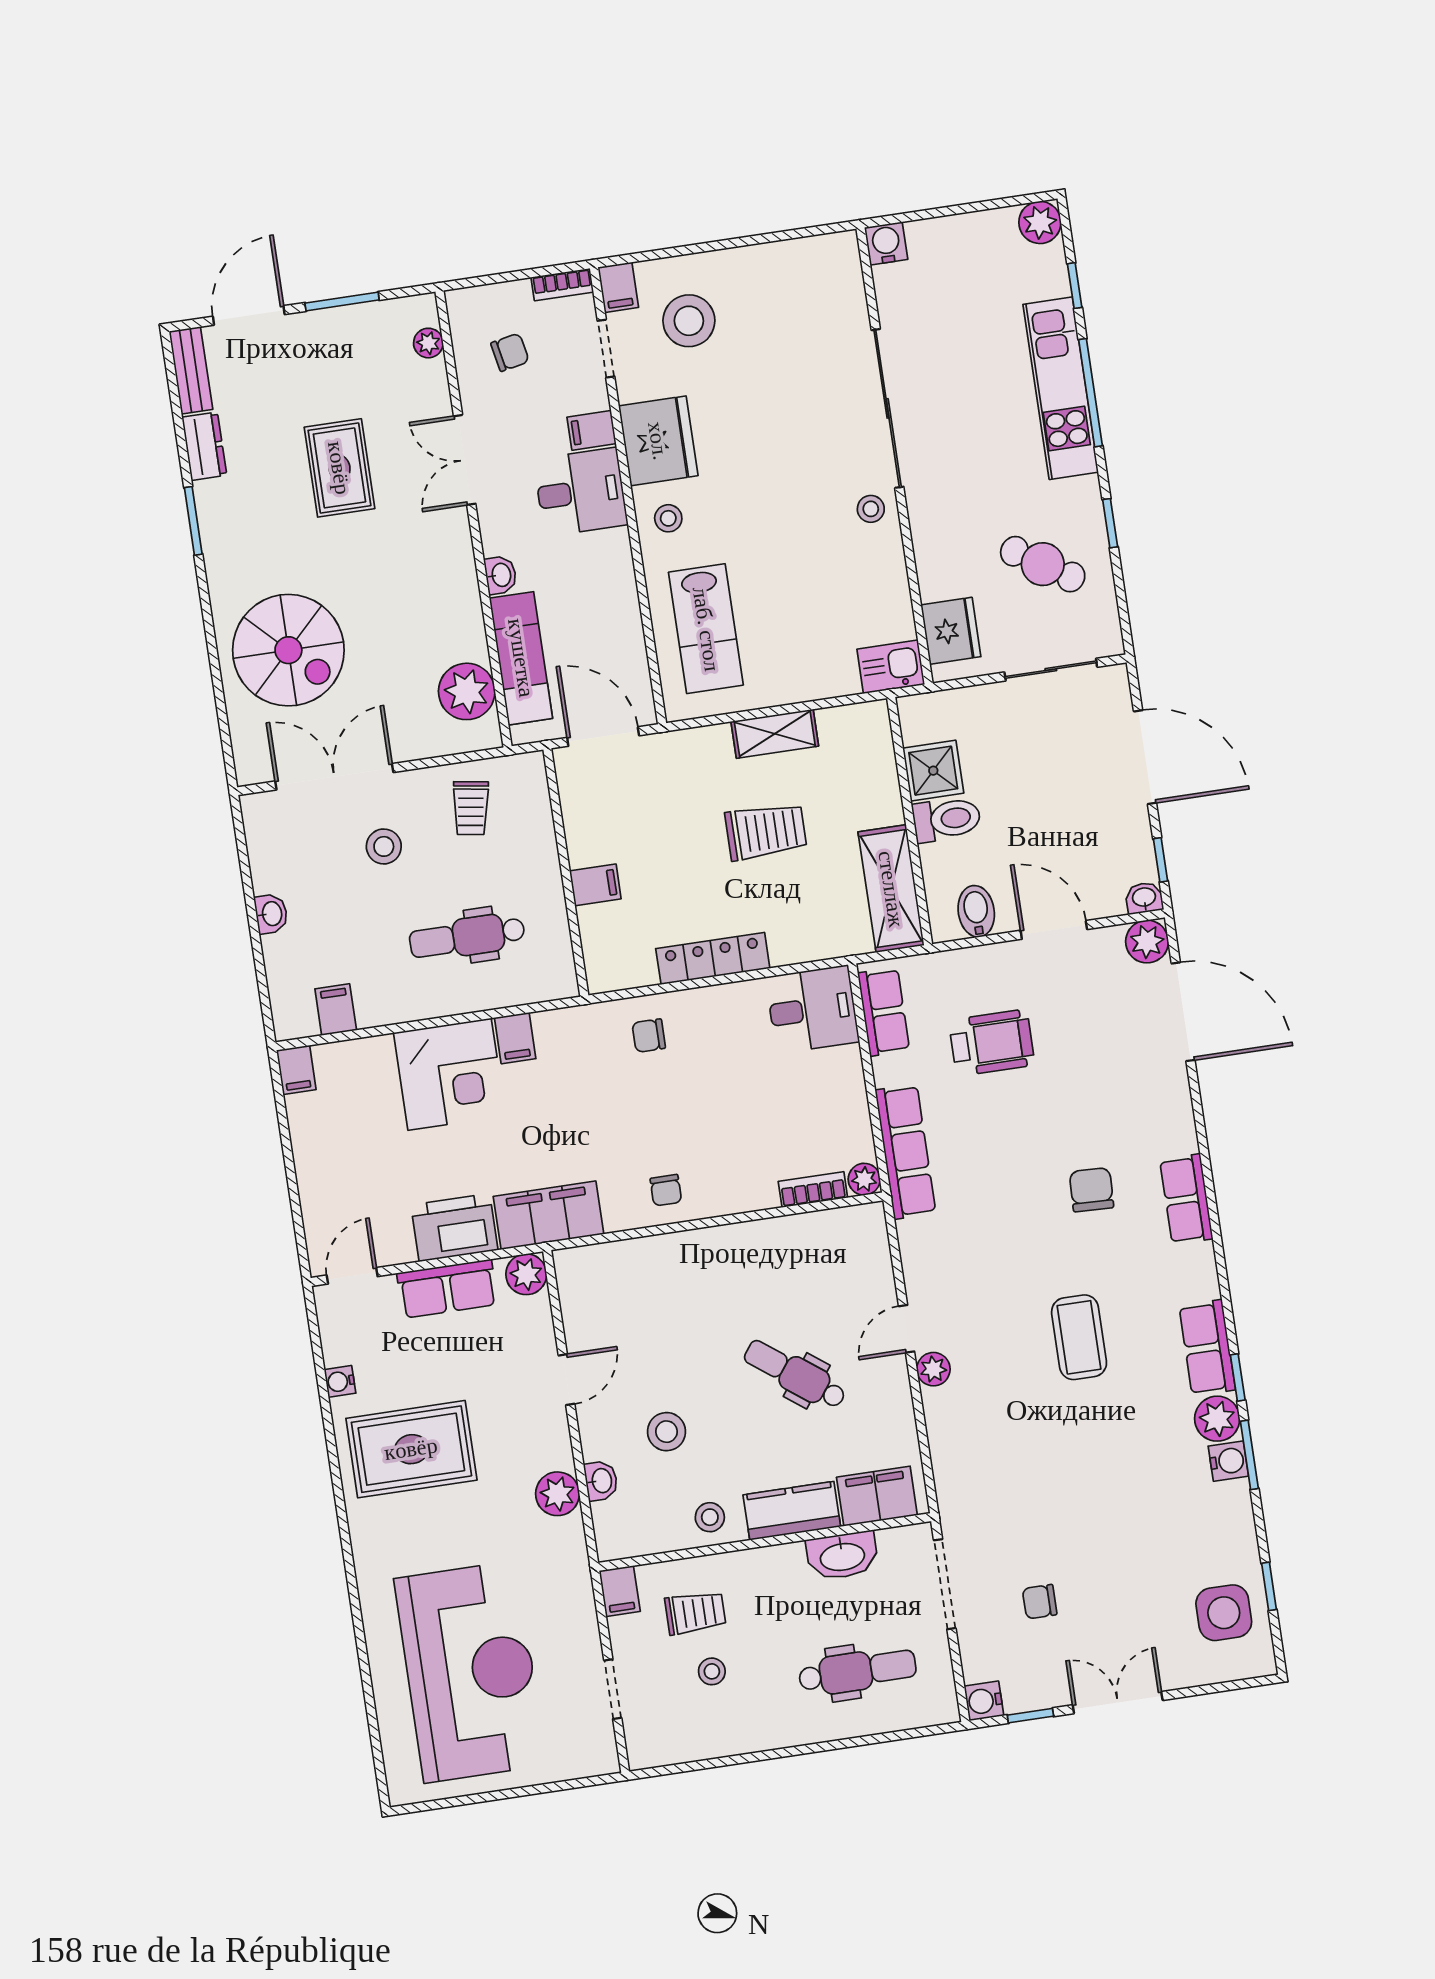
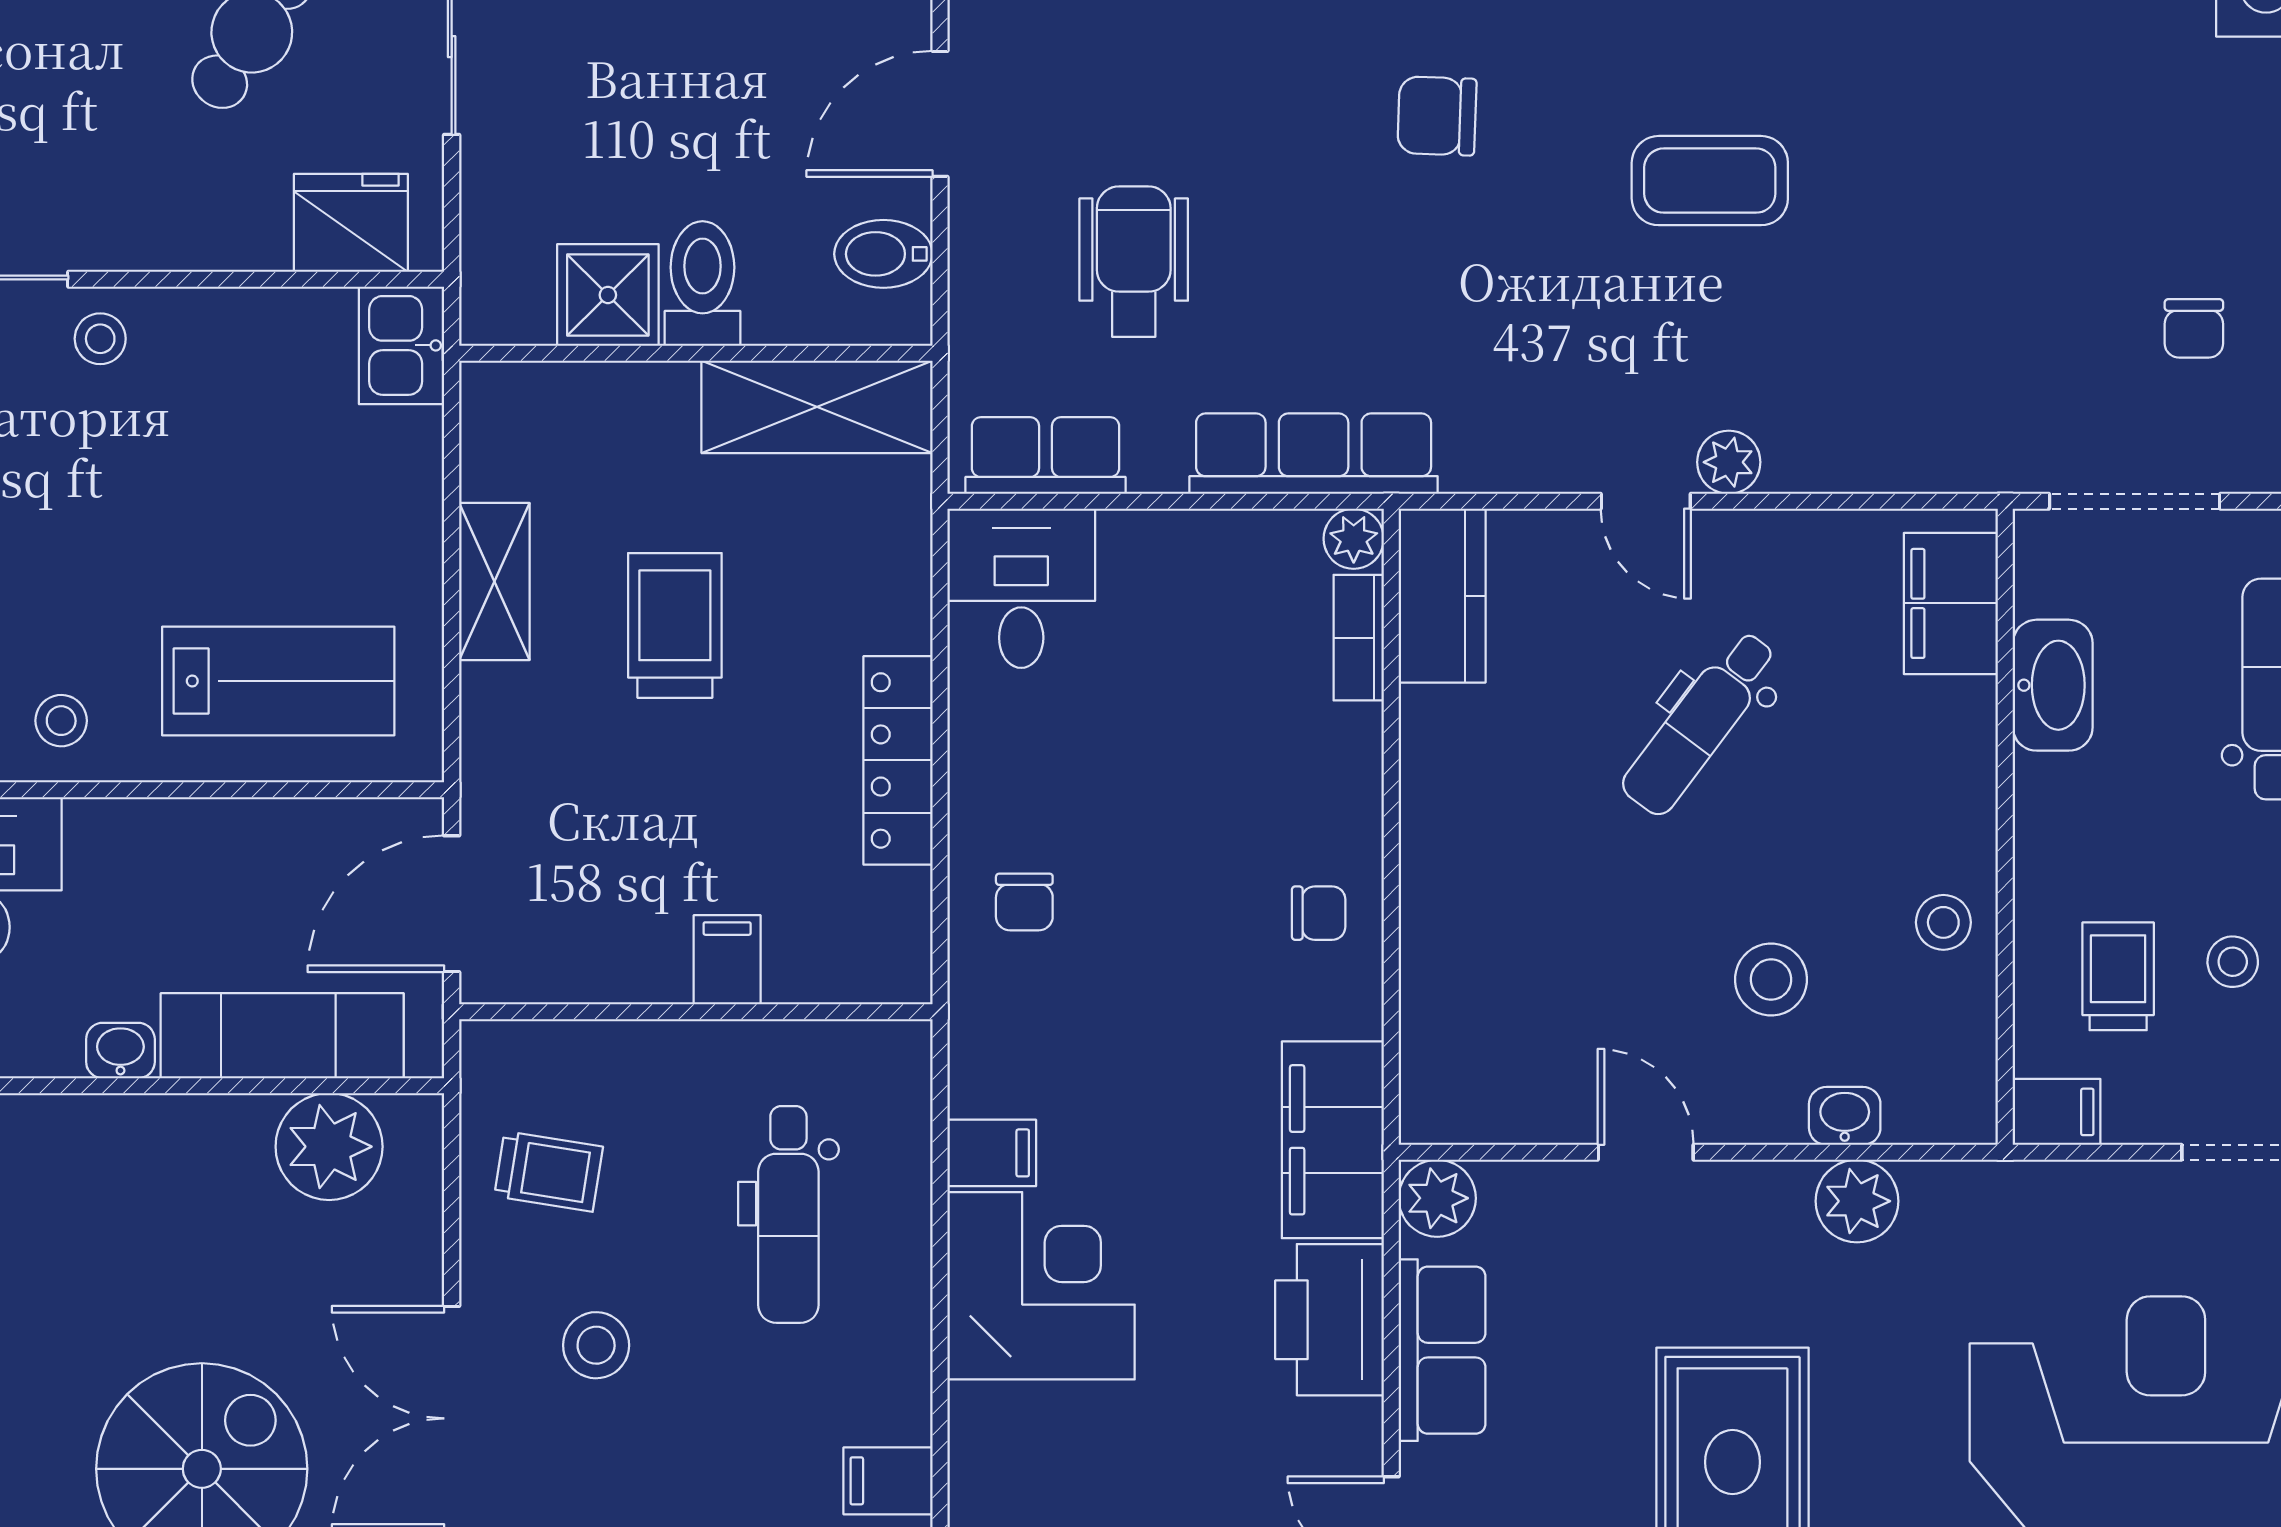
kitchen counter: (792, 1511) -> (1442, 596), moved, turned 180

